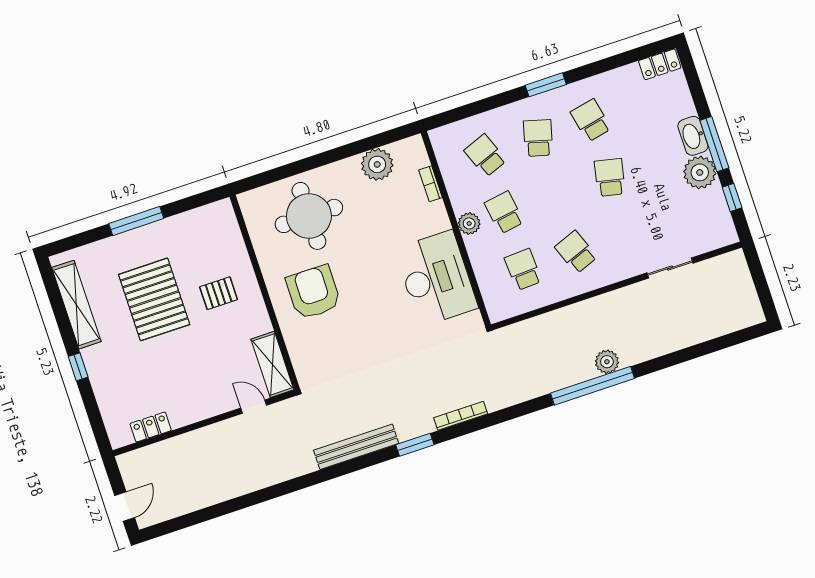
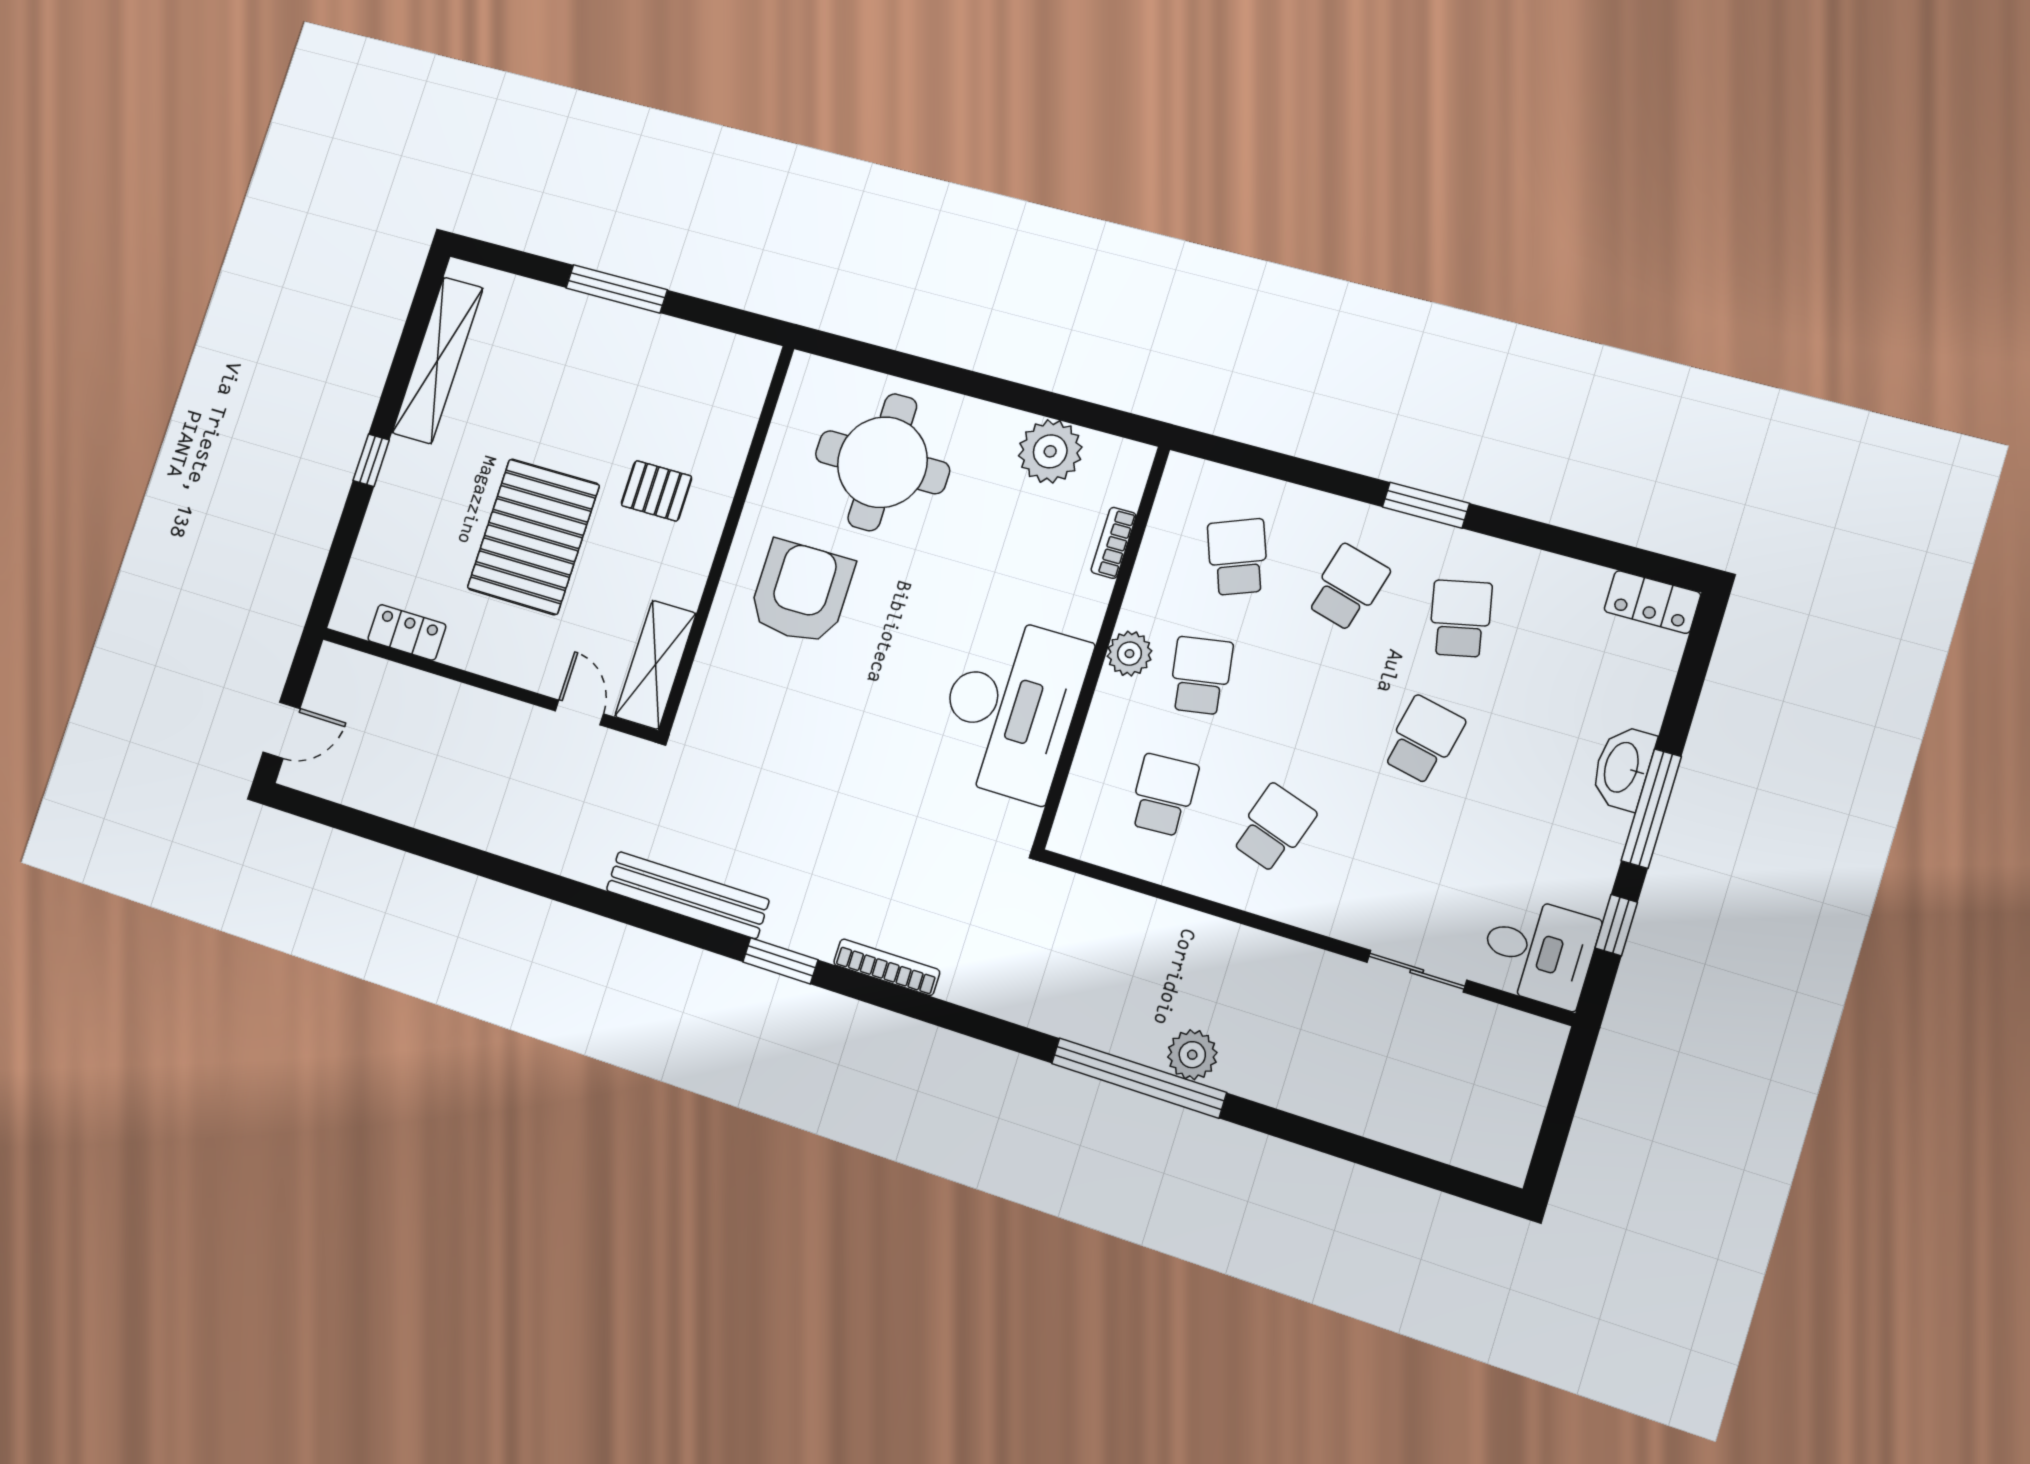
plant: (700, 172) -> (1589, 840), removed
desk: (710, 228) -> (1538, 951), added
school desk: (576, 252) -> (1274, 828), turned 39
pallet: (154, 299) -> (533, 537), moved

